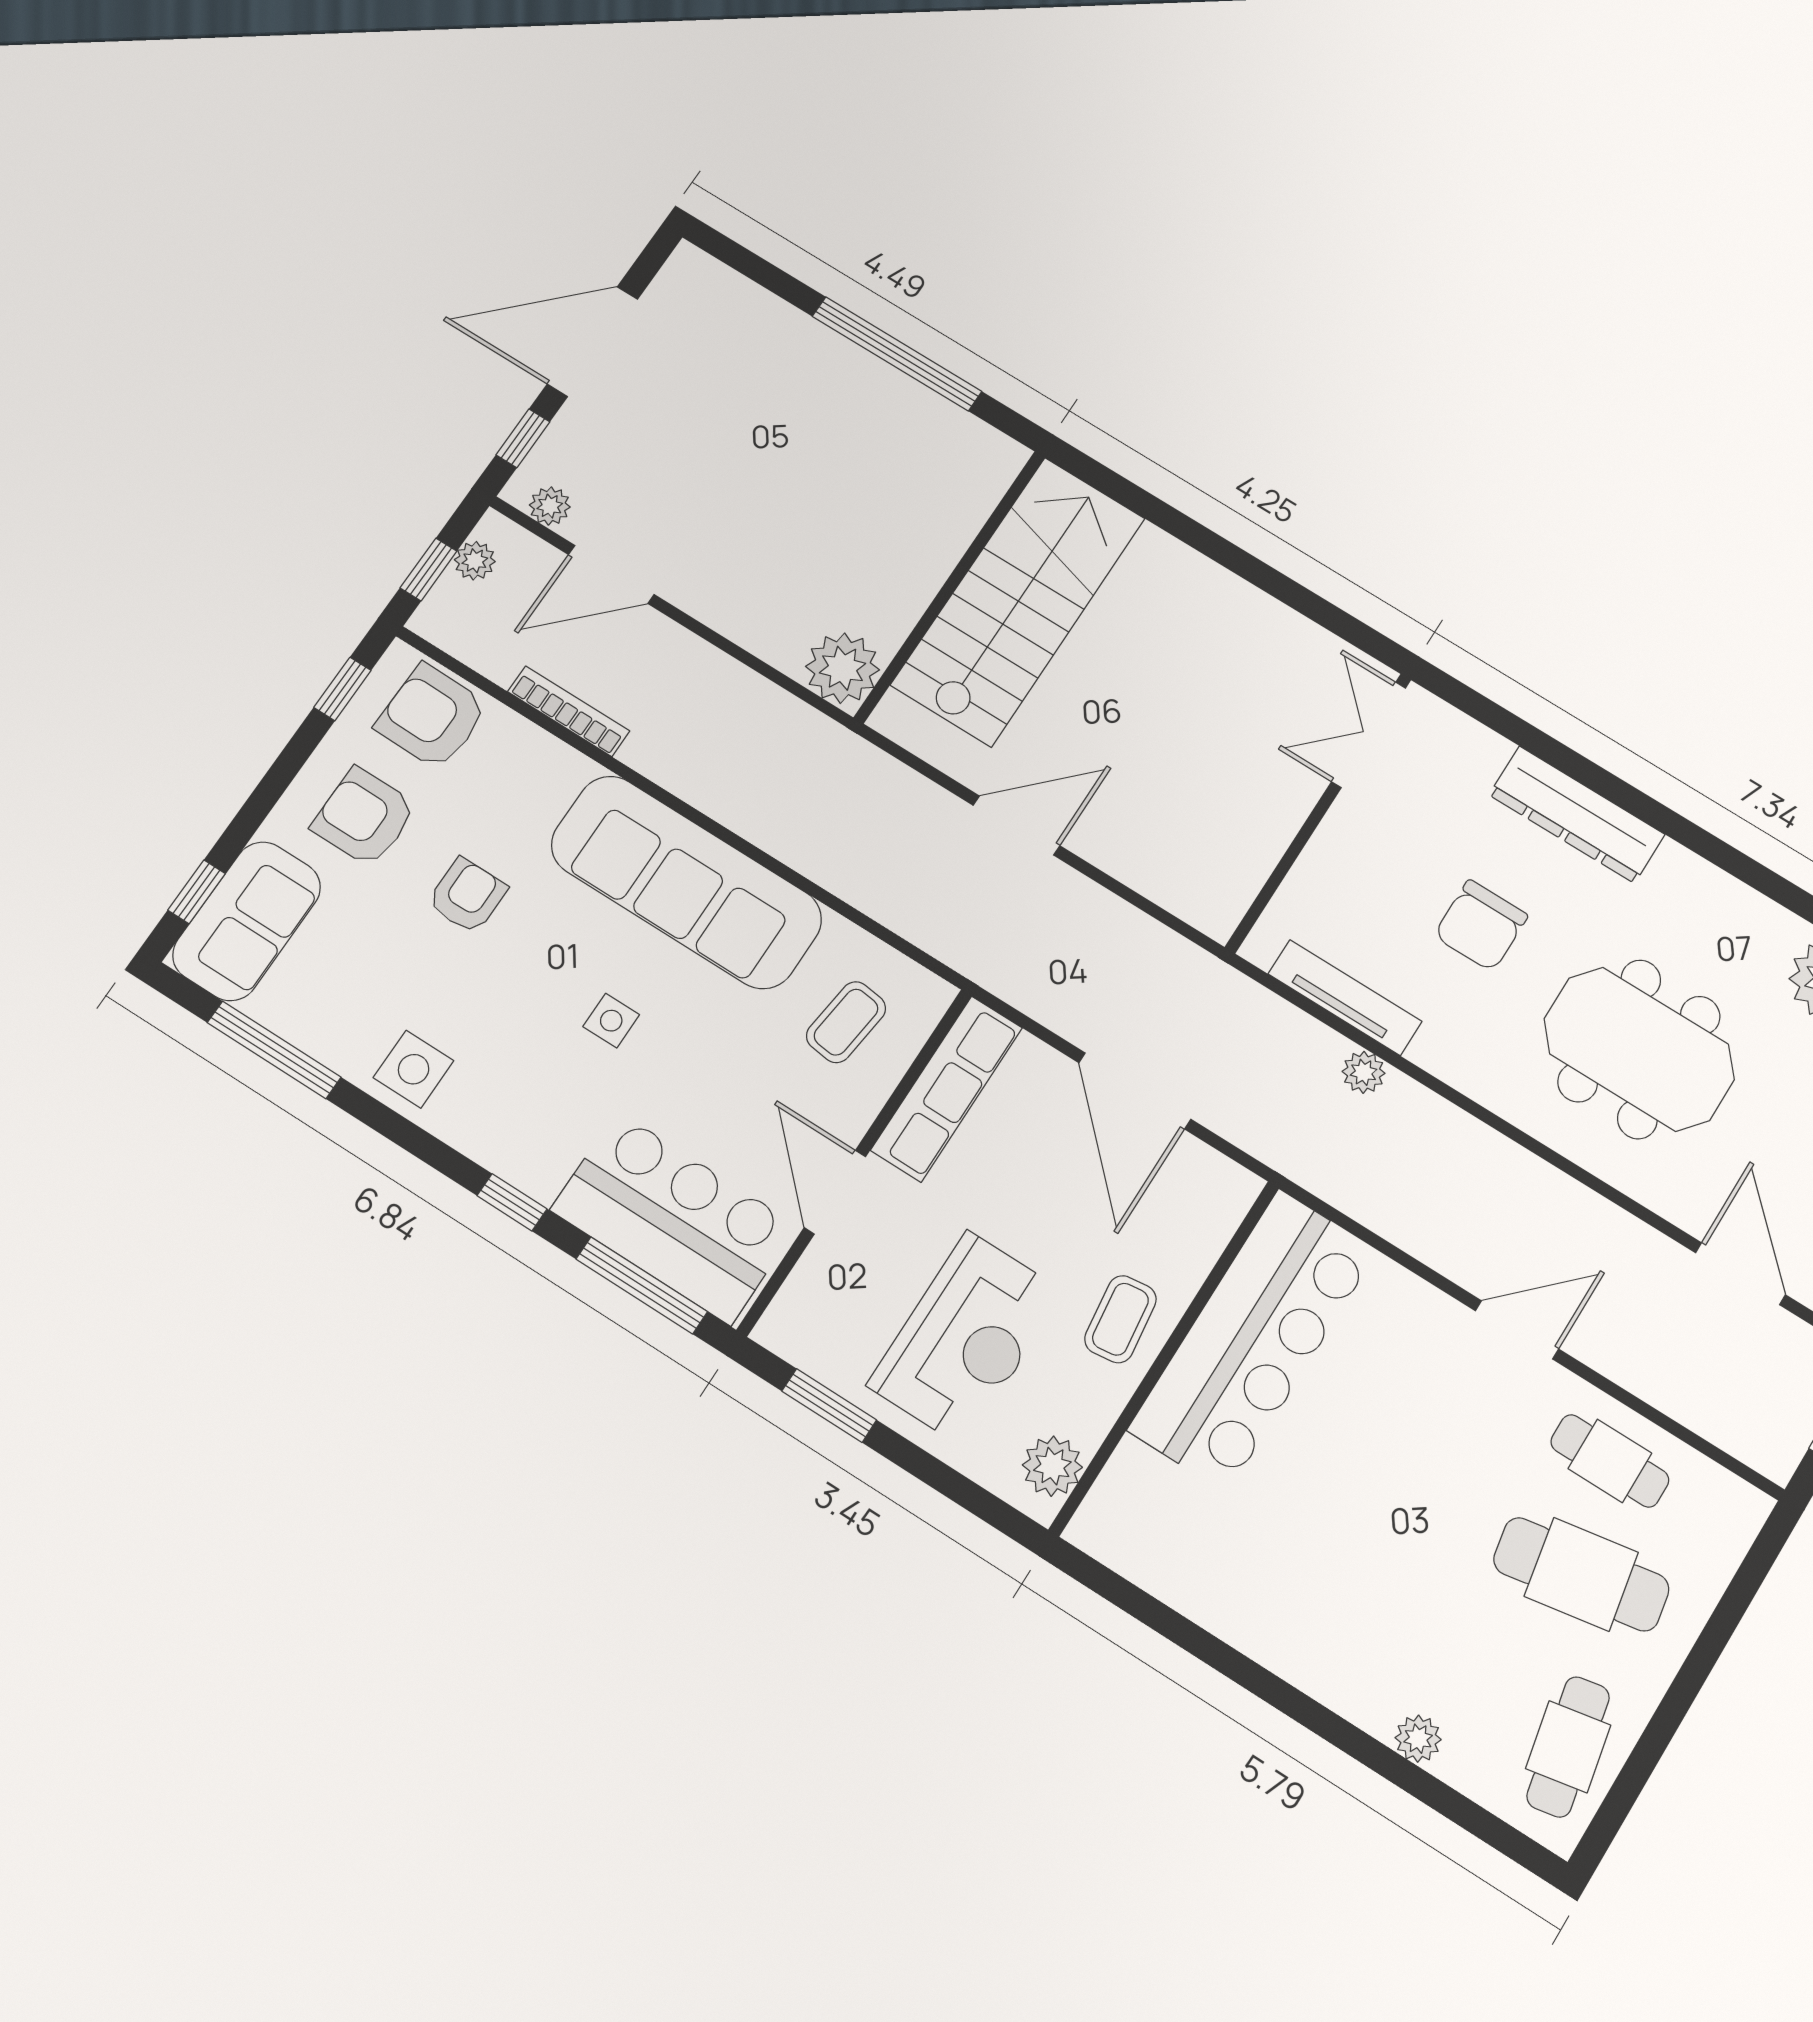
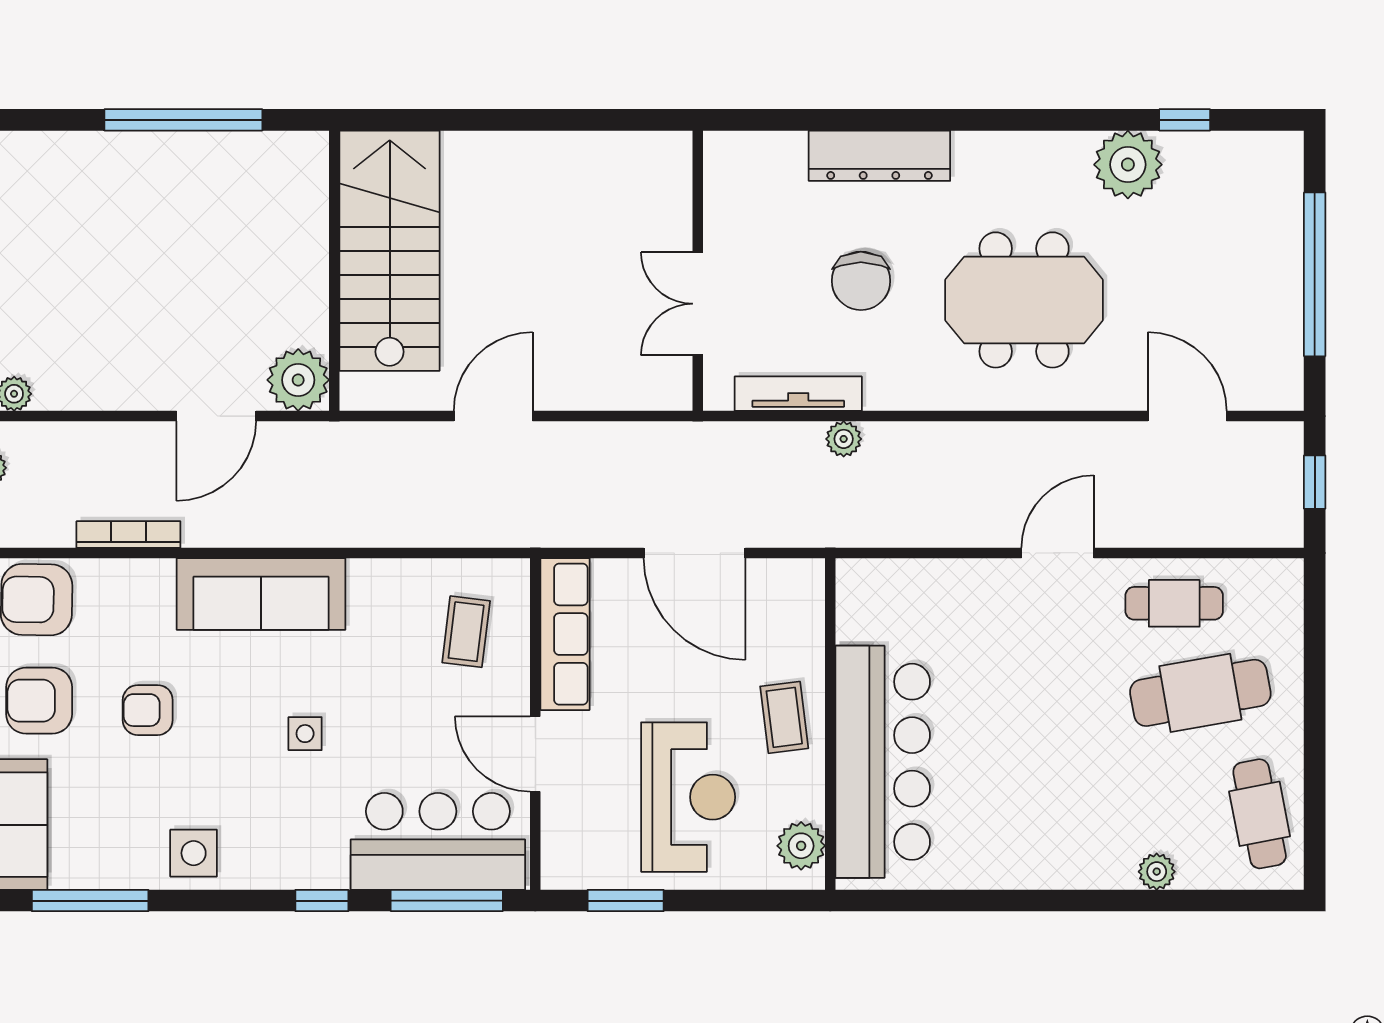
door: (611, 575) -> (216, 416), moved
double door: (1369, 735) -> (698, 304), moved
sofa: (686, 882) -> (261, 594), width x0.74, depth x0.79
armchair: (467, 896) -> (148, 710), turned -90
bar counter: (1253, 1340) -> (883, 762), moved

